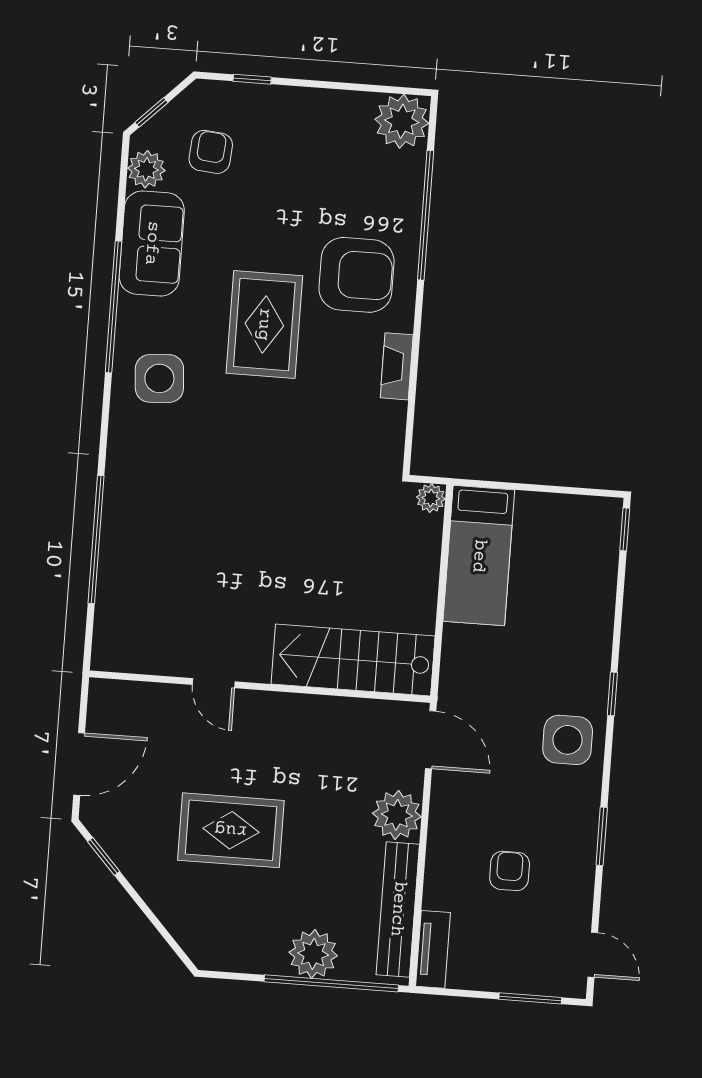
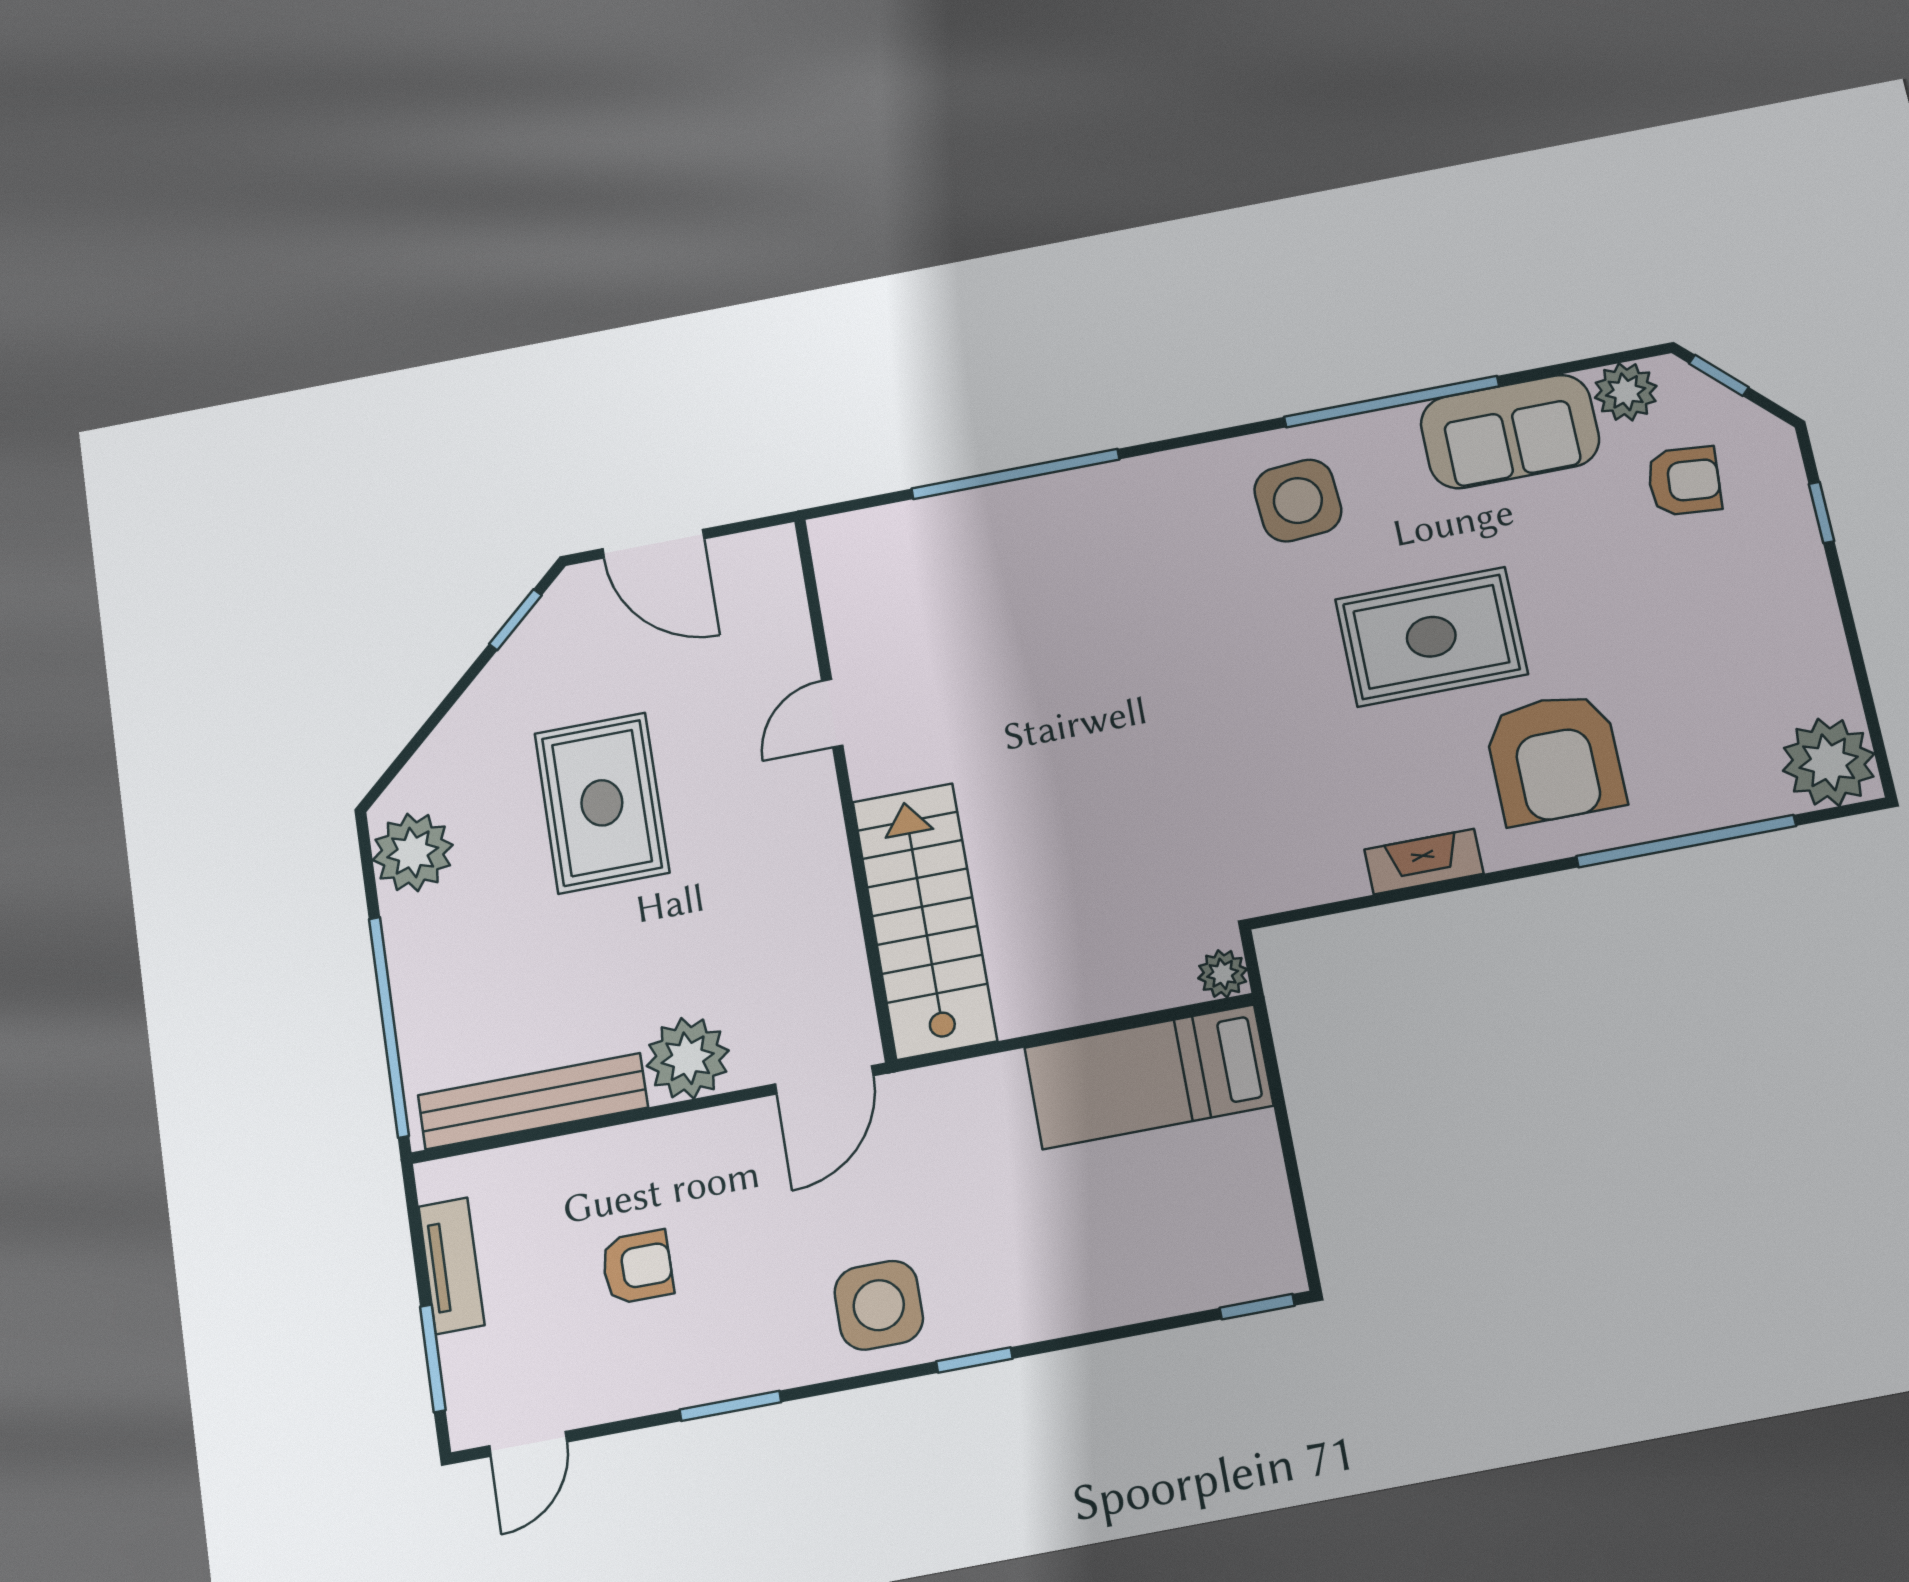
tv unit: (433, 949) -> (451, 1266), moved, turned -90
plant: (313, 954) -> (413, 852), moved

